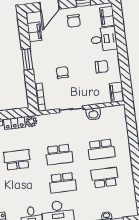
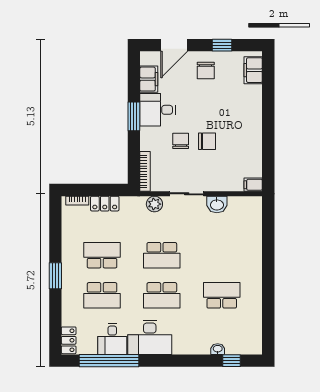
desk: (104, 39) -> (158, 110), moved, turned 180
chair: (102, 67) -> (207, 141), moved
filing cabinet: (117, 92) -> (253, 185), width x0.50
plant: (31, 121) -> (154, 204), moved
school desk: (101, 149) -> (102, 295), moved

